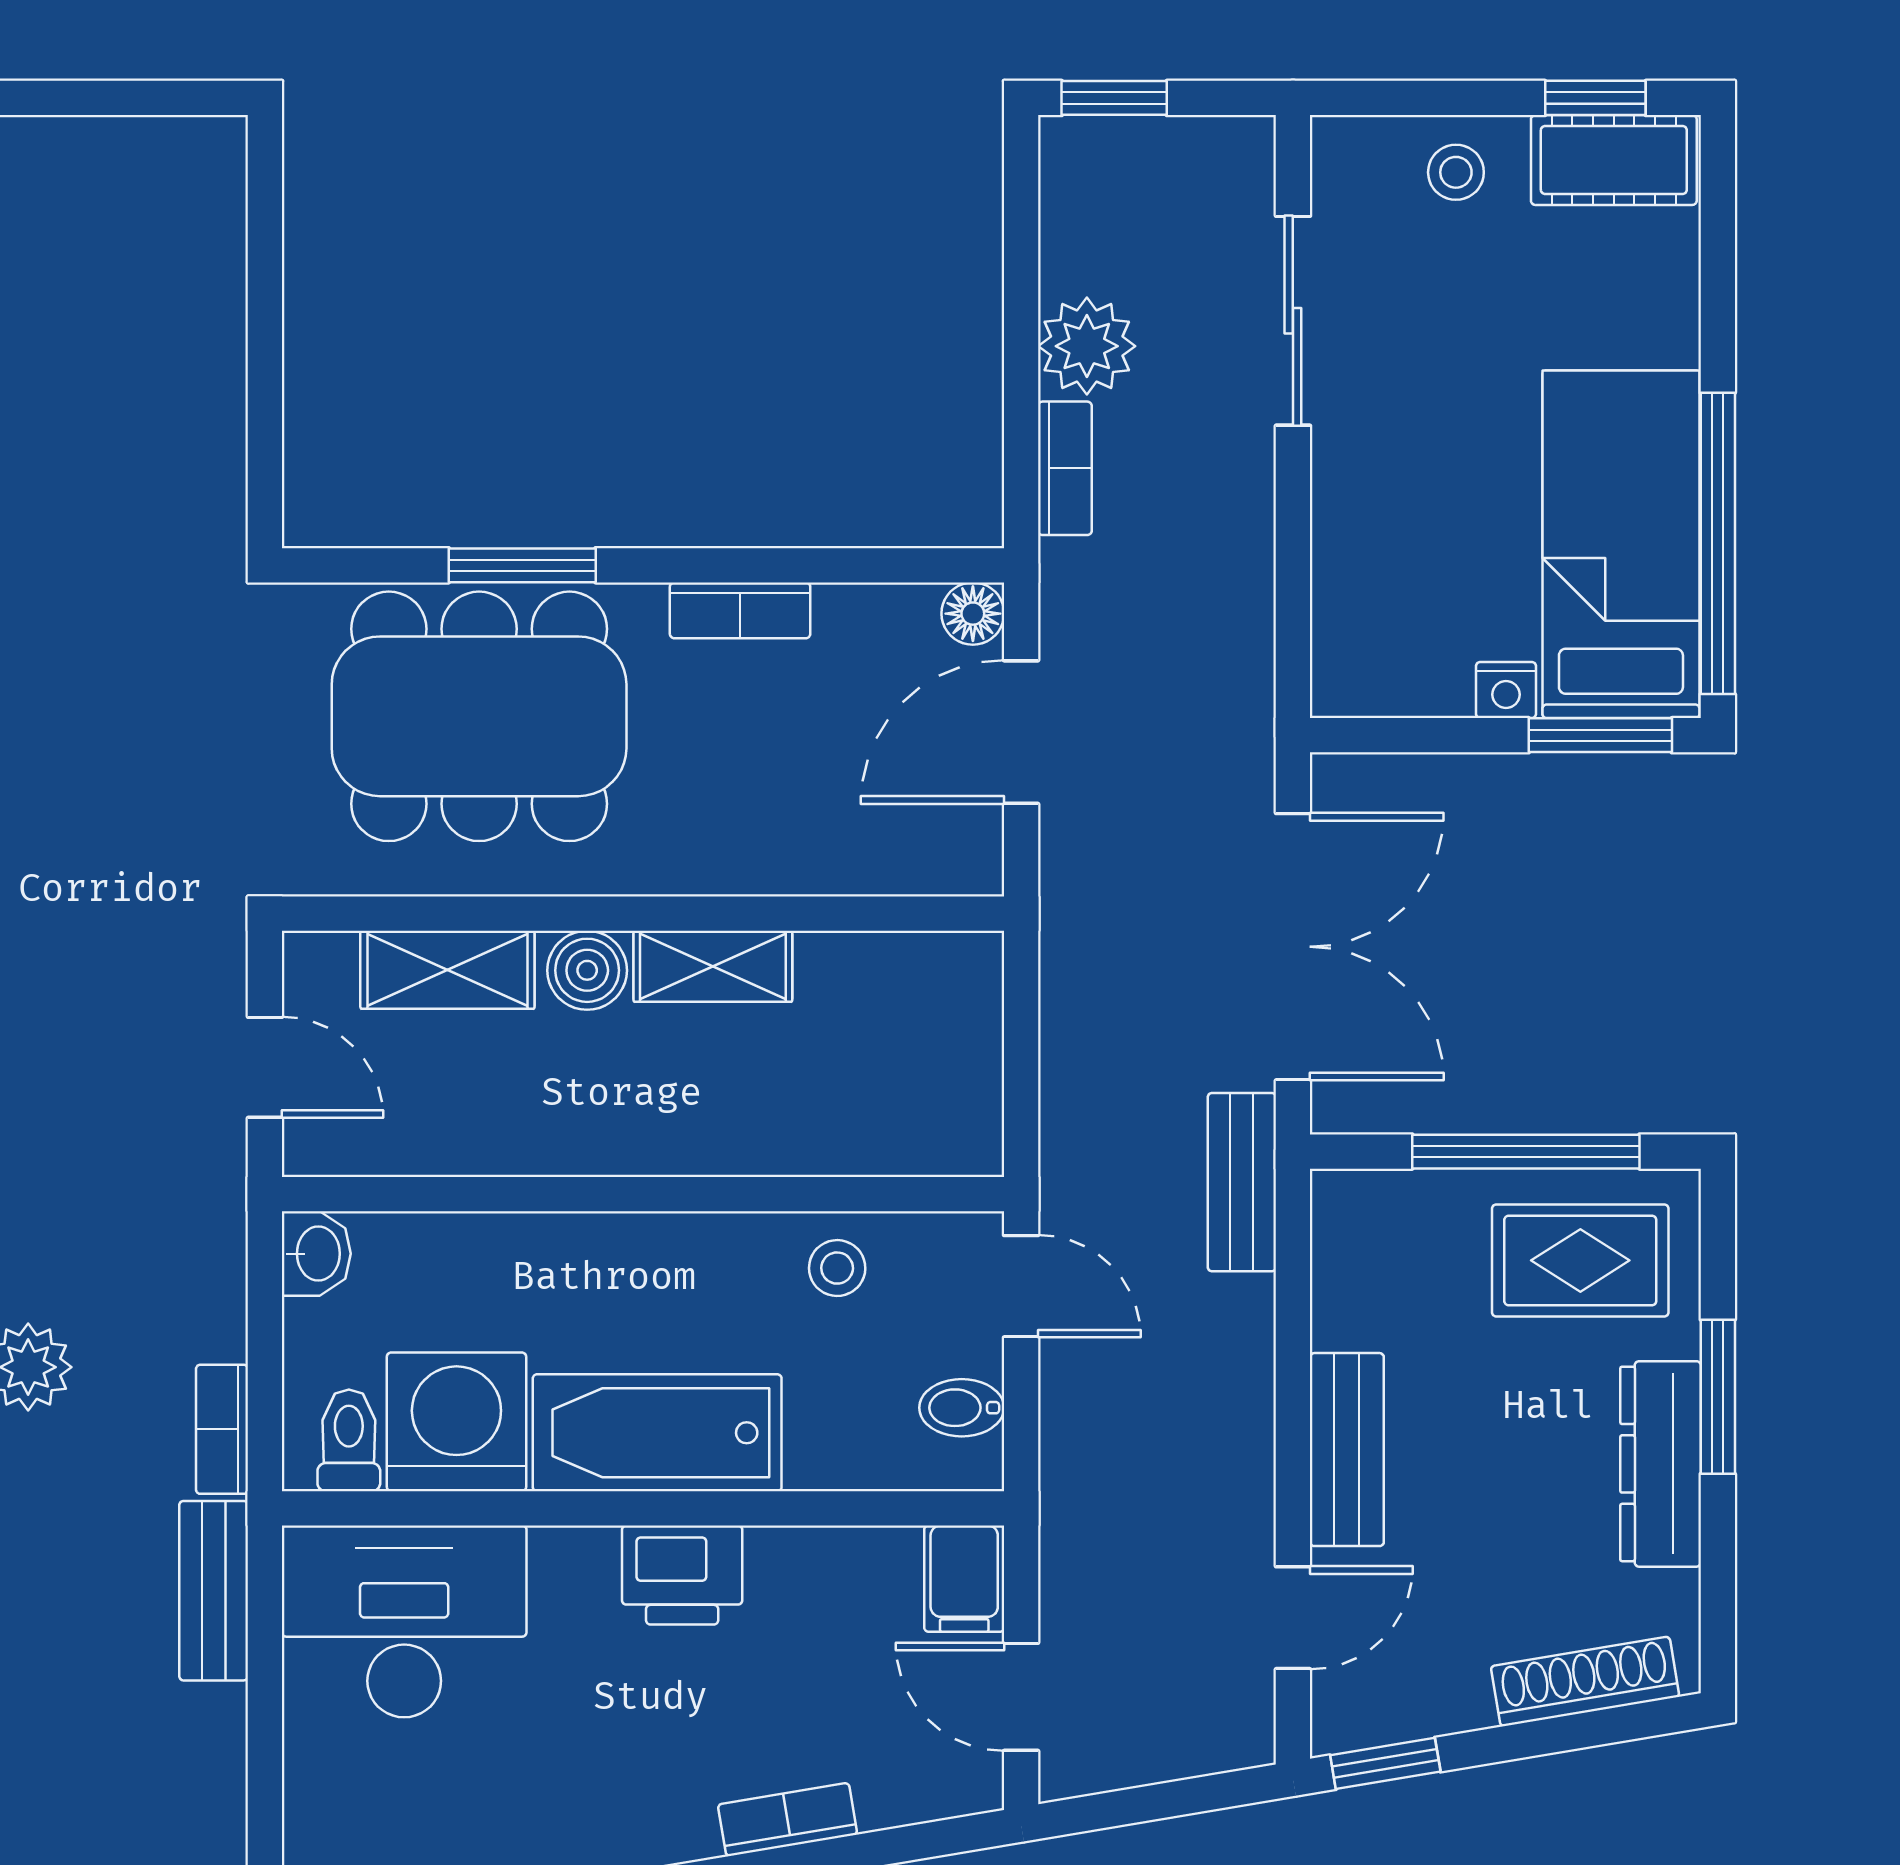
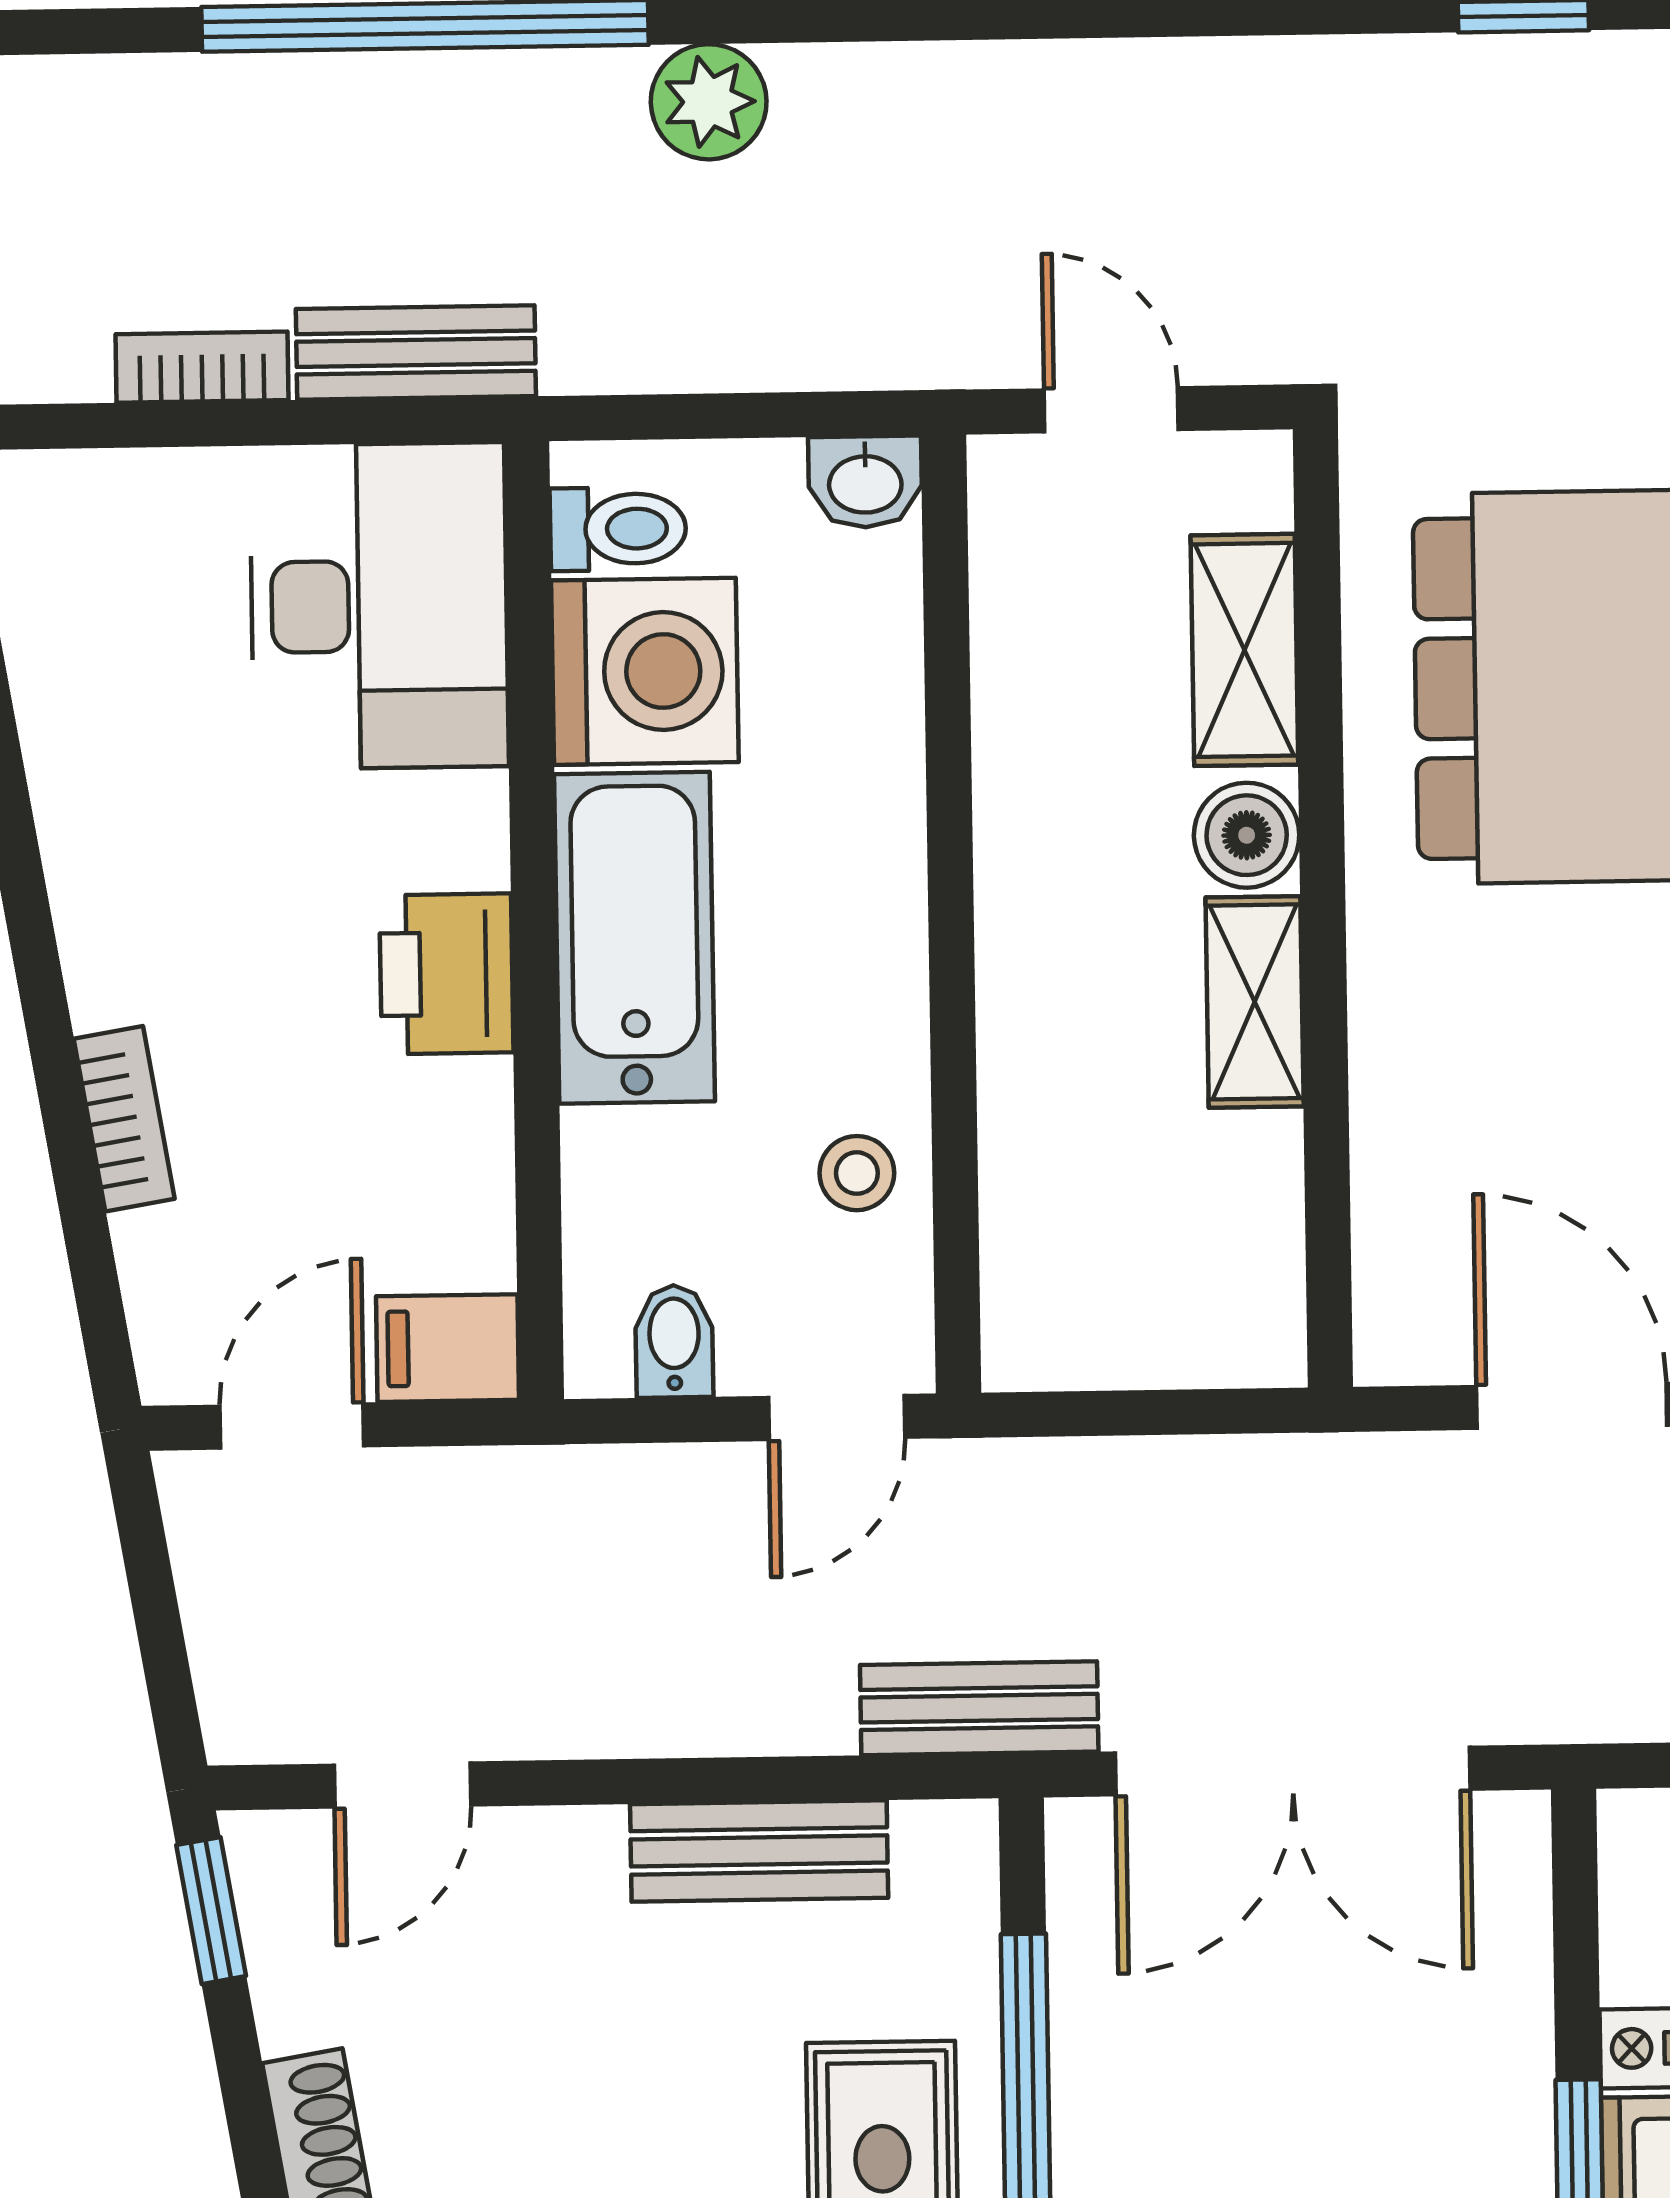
door: (265, 1067) -> (1111, 410), swing flipped
bookcase: (222, 1429) -> (202, 367), moved
bench: (1347, 1450) -> (759, 1851), moved
door: (1293, 1618) -> (402, 1785), hinge flipped

